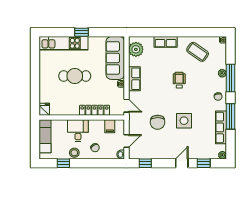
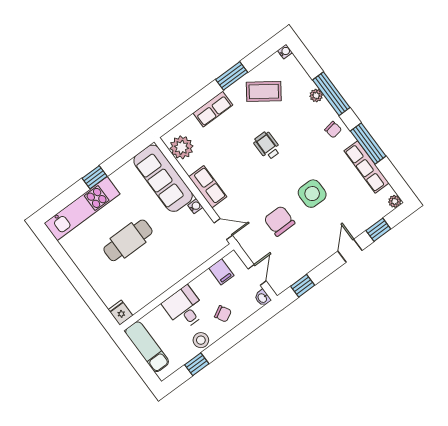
window: (187, 32) -> (232, 76), added
locker: (94, 110) -> (186, 266), removed
chair: (158, 122) -> (279, 221), turned 180

